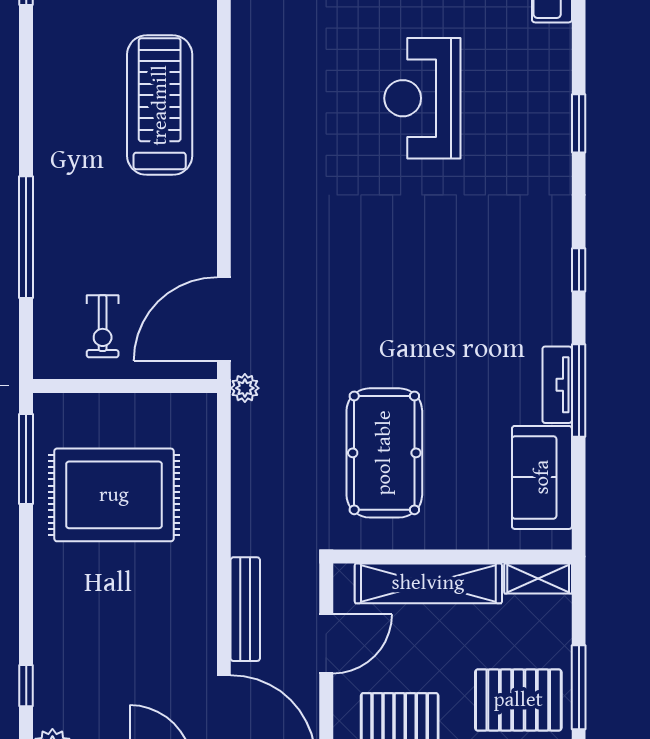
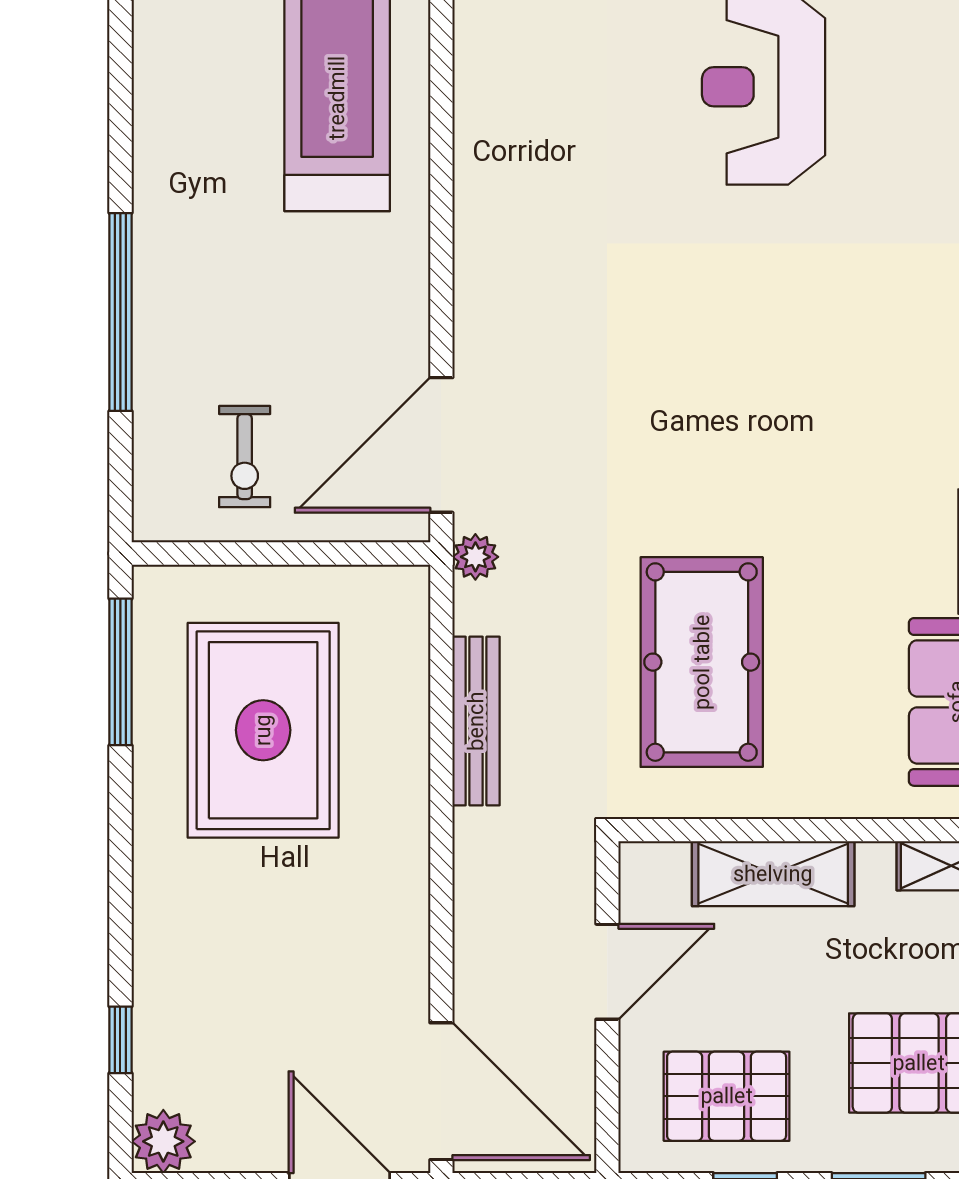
rug: (114, 495) -> (263, 730), turned 90
shelving: (428, 583) -> (773, 874), width x0.68
bench: (245, 609) -> (476, 721), moved

